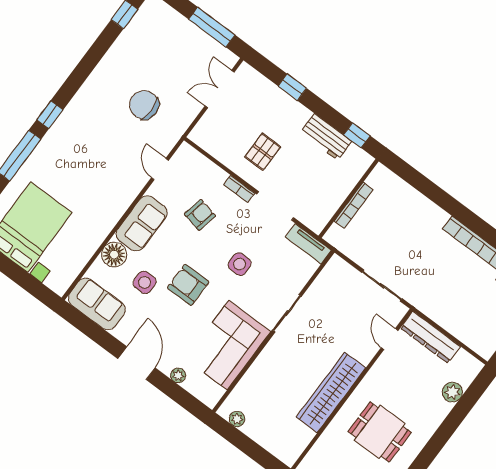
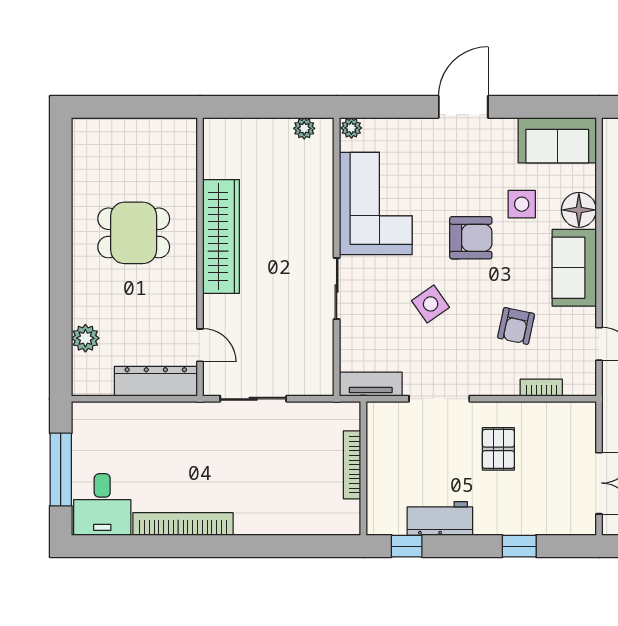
bookcase: (239, 189) -> (541, 388), moved
side table: (240, 264) -> (431, 304), turned -35
door: (136, 363) -> (463, 107), swing flipped
plant: (178, 375) -> (351, 128), moved

